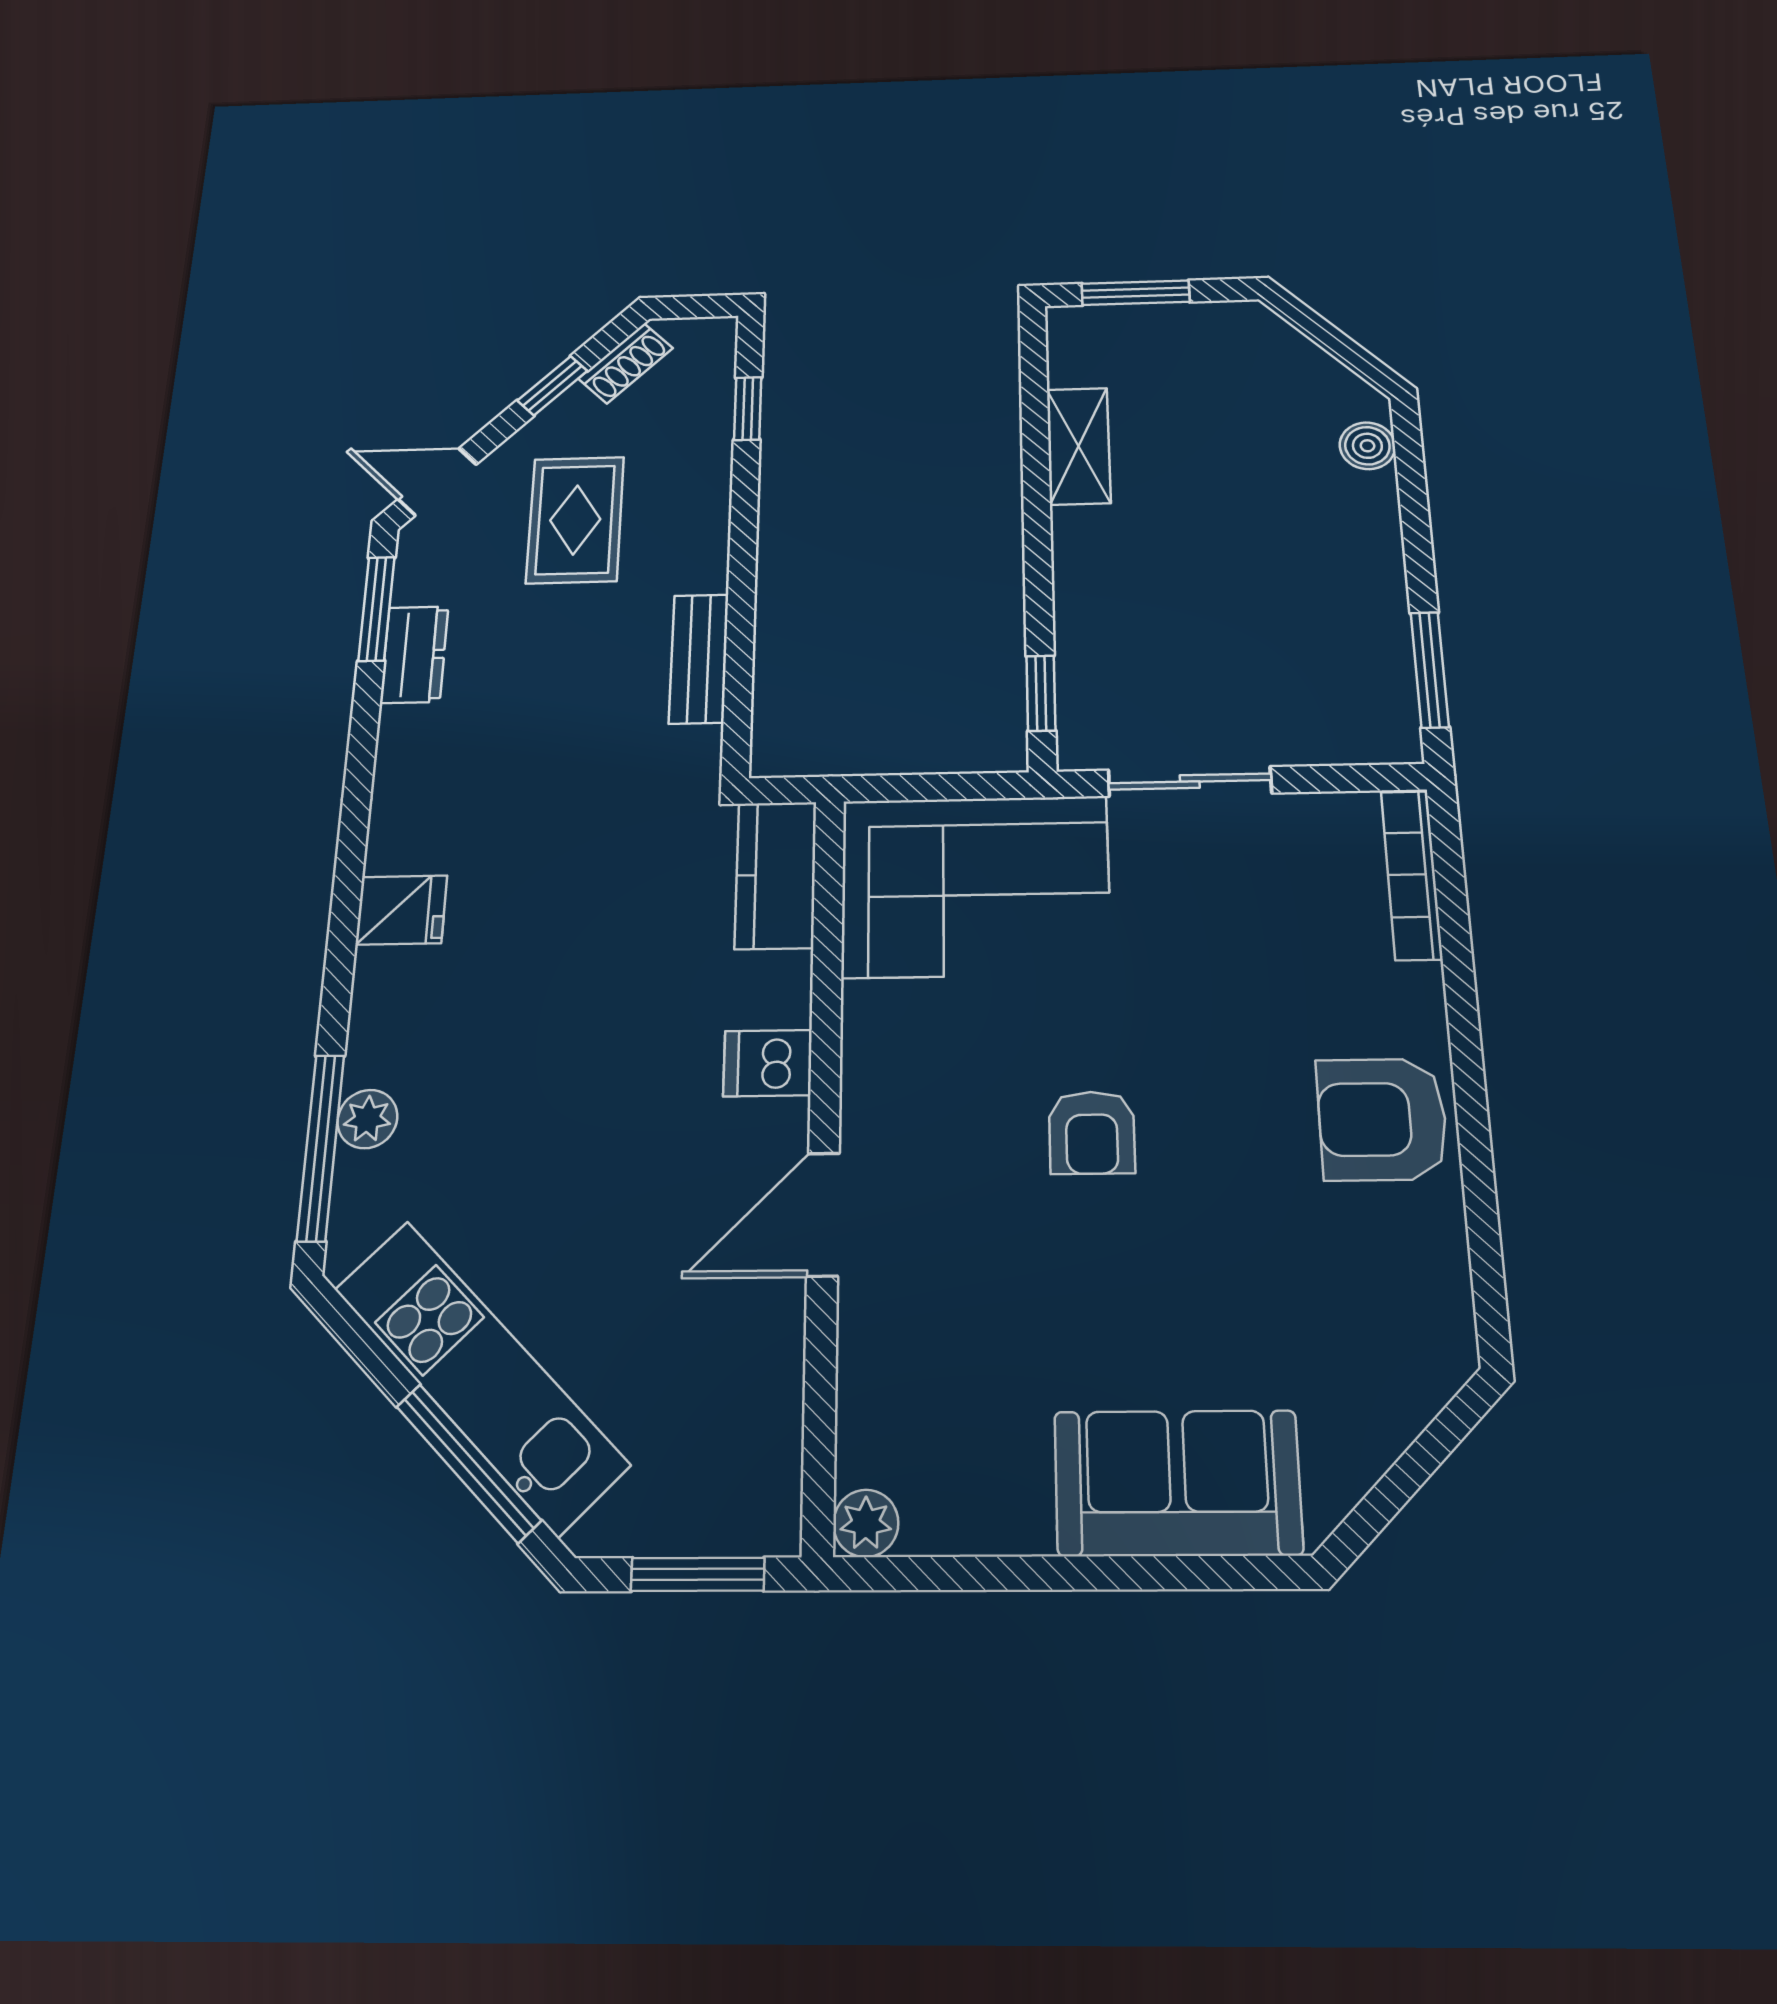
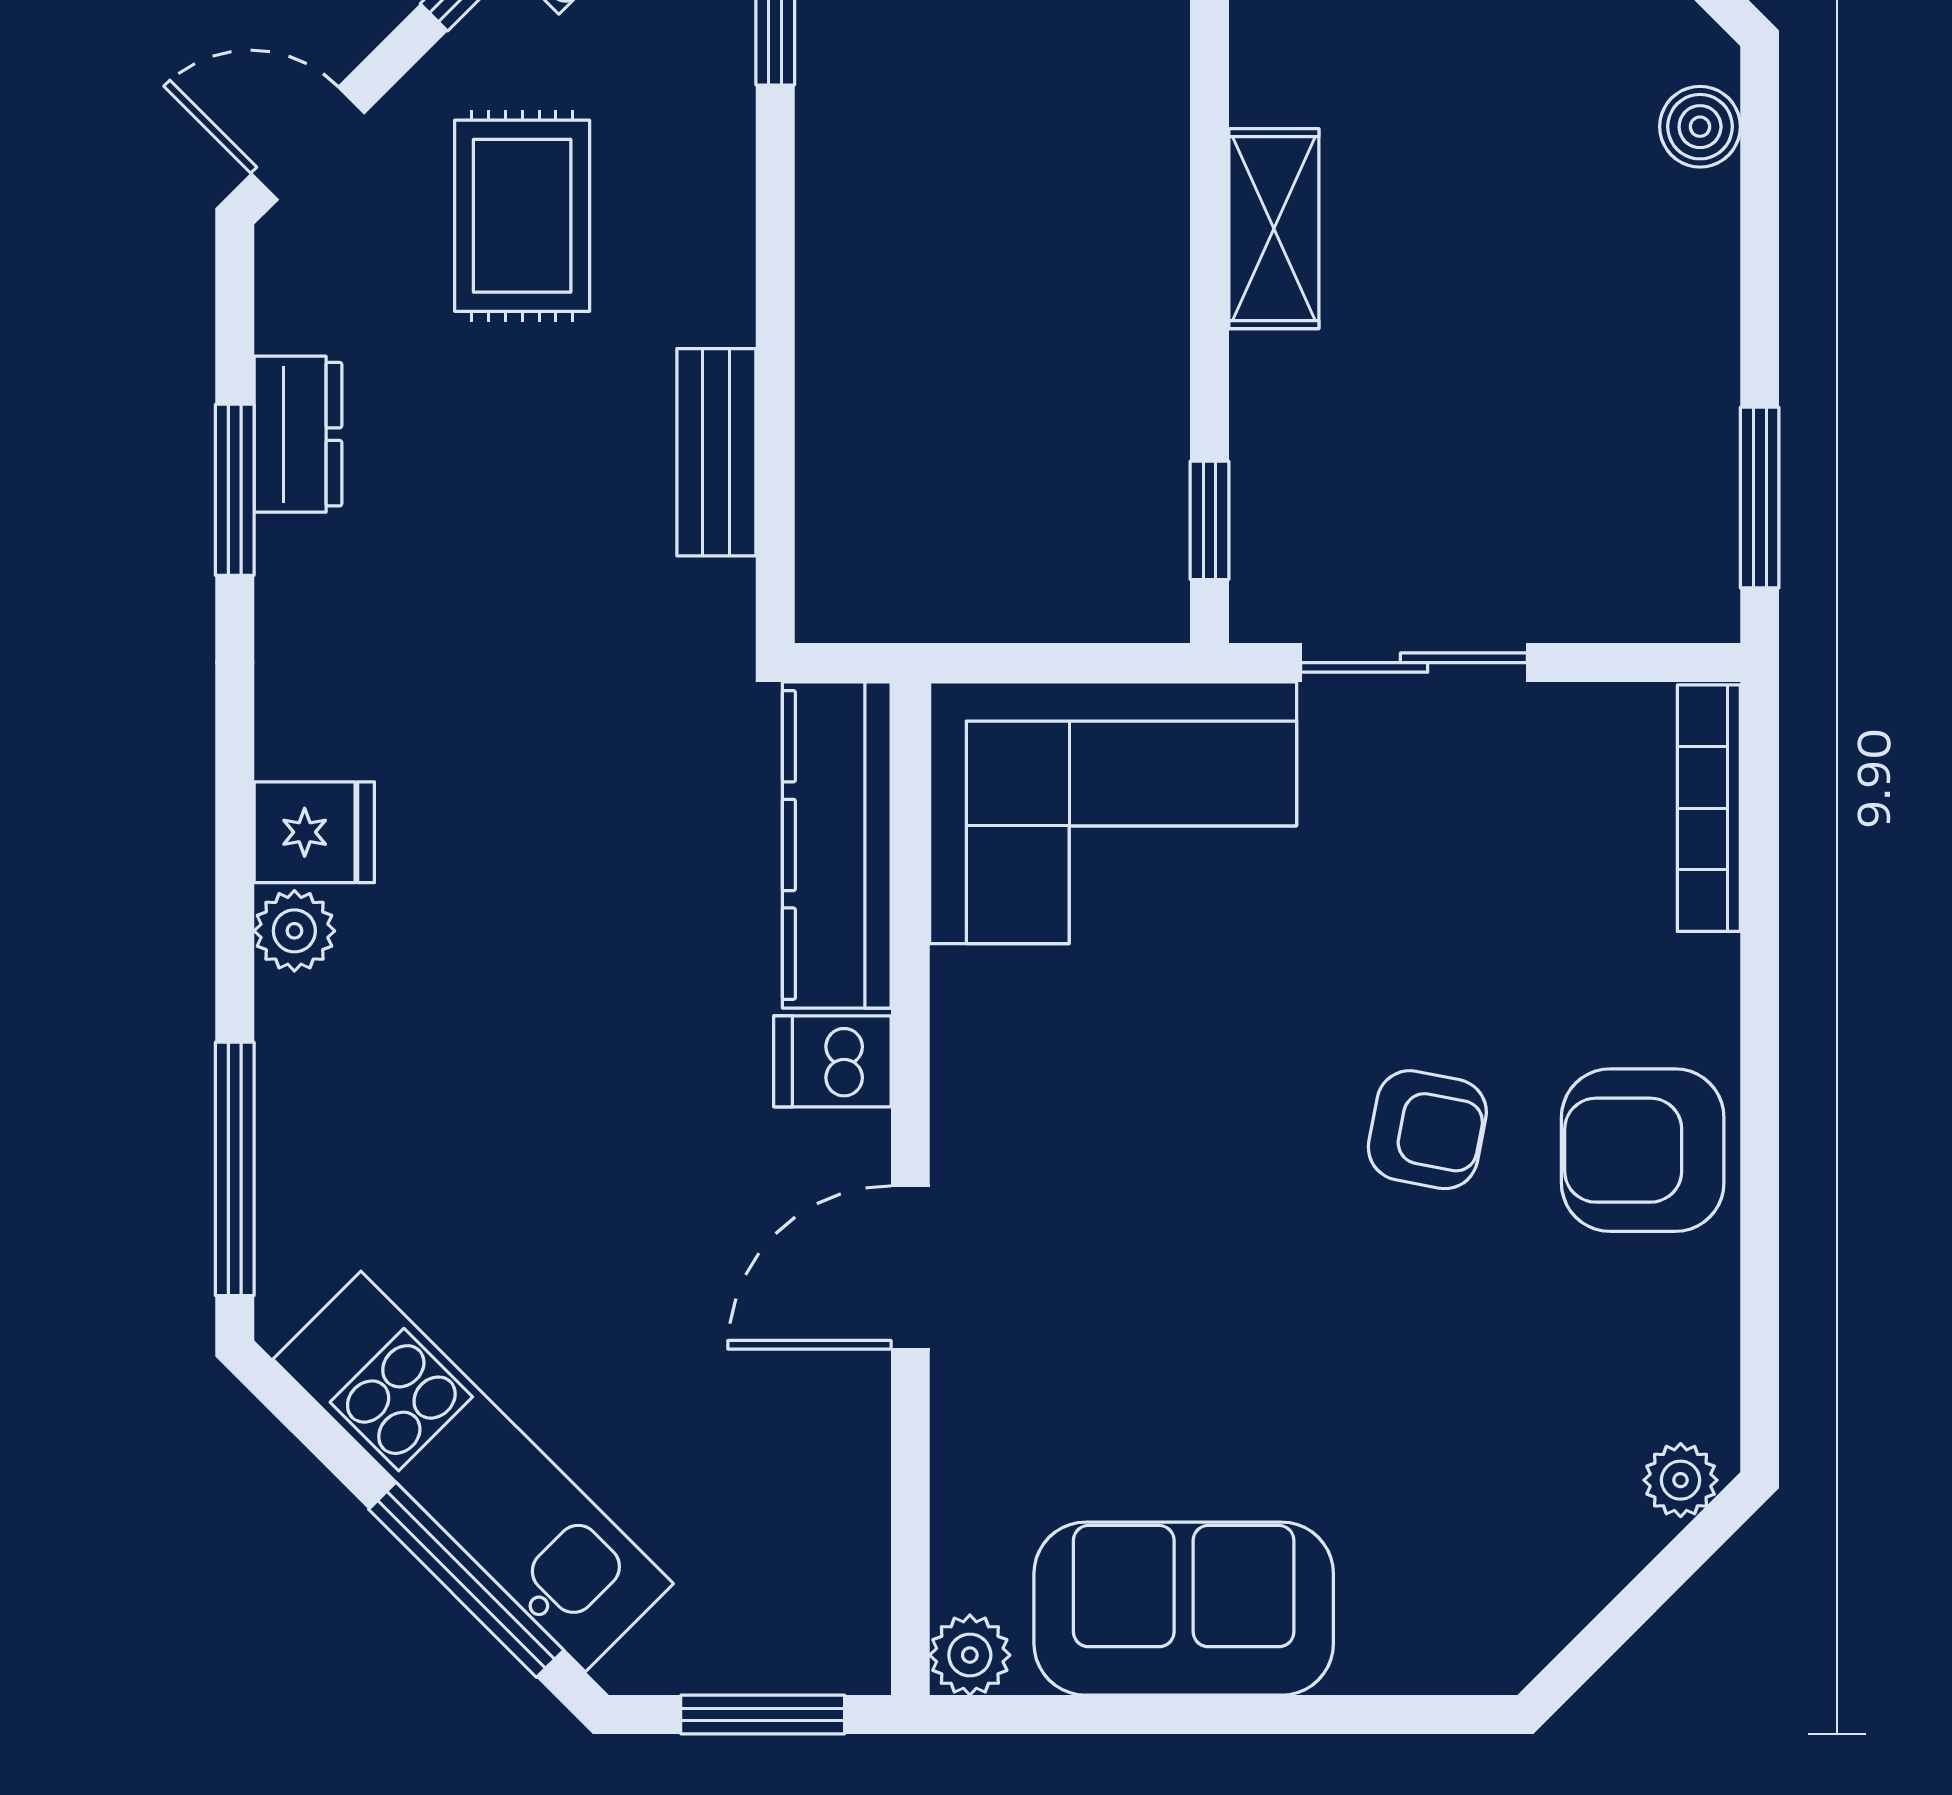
shelving: (1079, 446) -> (1274, 229), moved
window: (376, 609) -> (235, 490), moved
kitchen counter: (776, 875) -> (837, 845), width x1.50
plant: (367, 1119) -> (294, 931), moved
armchair: (1092, 1133) -> (1427, 1130), moved, turned -79
plant: (1433, 1375) -> (1681, 1480), added
sofa: (1177, 1483) -> (1184, 1609), moved

